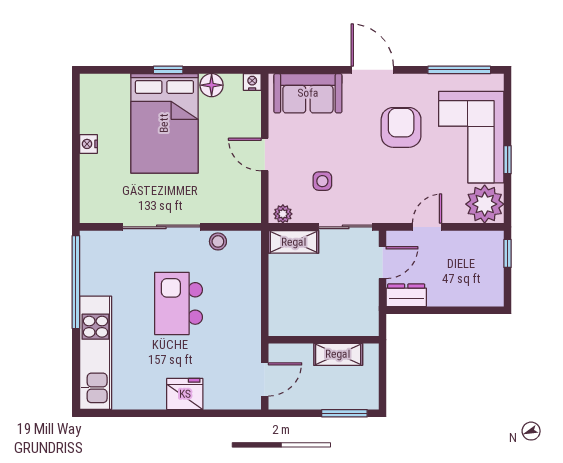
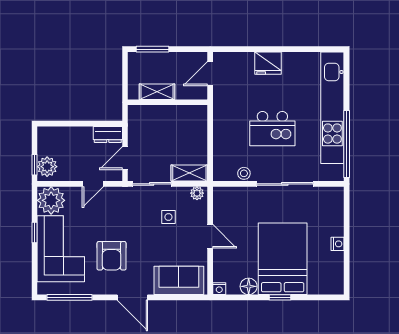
plant: (490, 251) -> (47, 167), added
kitchen island: (179, 303) -> (272, 129), turned 90
kitchen unit: (96, 353) -> (332, 108), width x1.36

